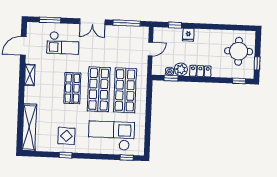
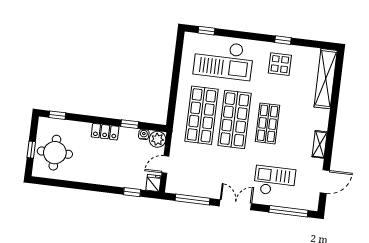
window: (50, 20) -> (288, 211), width x1.44
fridge: (188, 35) -> (153, 183), moved
window: (257, 63) -> (31, 150), moved
plant: (181, 69) -> (157, 139), moved
window: (171, 78) -> (130, 124), moved

